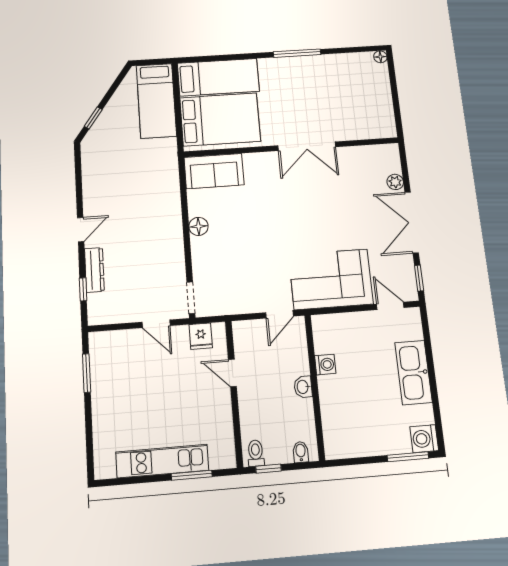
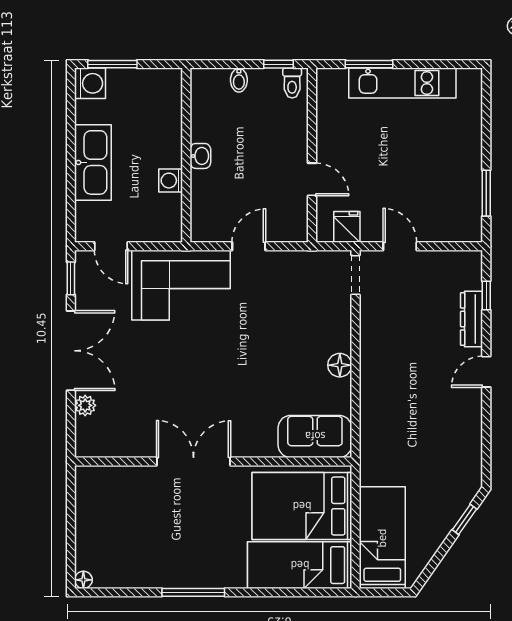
washing machine: (325, 365) -> (171, 181), moved
washbasin: (303, 387) -> (200, 156), moved
wall: (315, 387) -> (186, 155), moved

